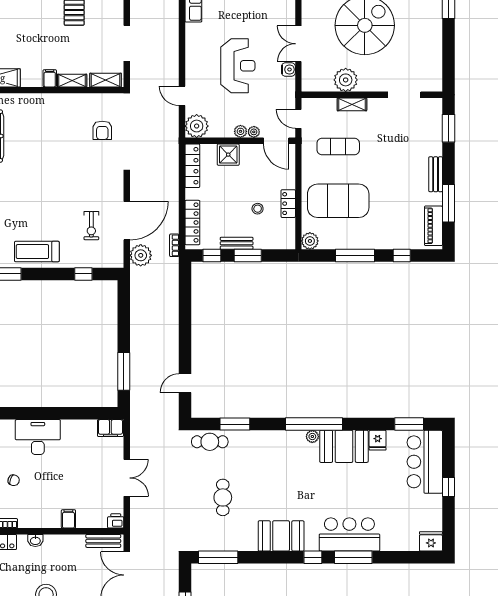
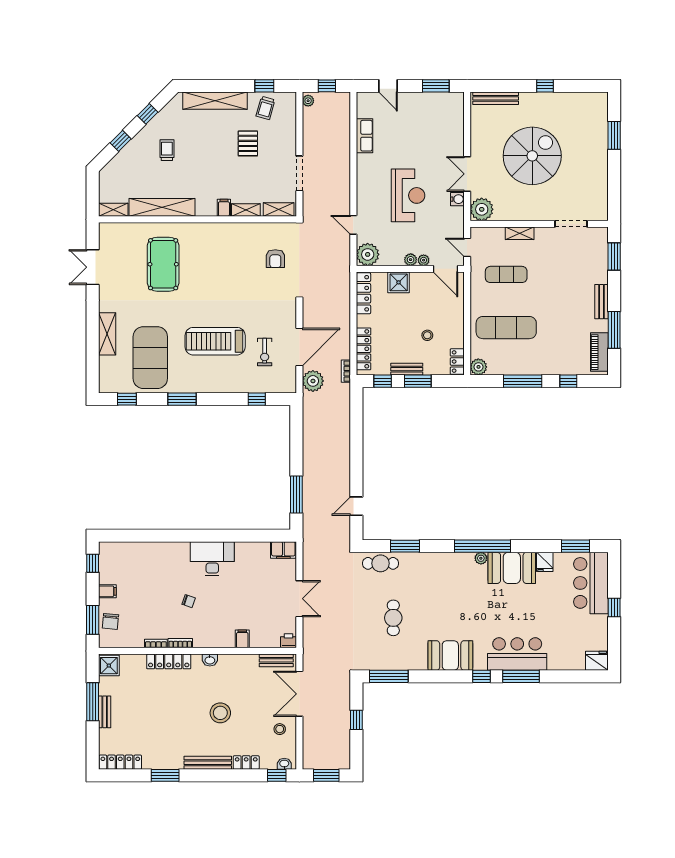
plant: (346, 80) -> (482, 209), moved
exercise mat: (338, 201) -> (506, 328), width x0.68
locker: (288, 204) -> (457, 362), moved
treadmill: (37, 252) -> (215, 341), moved, width x1.37, depth x1.38

